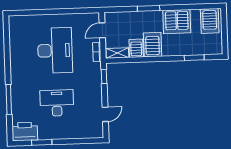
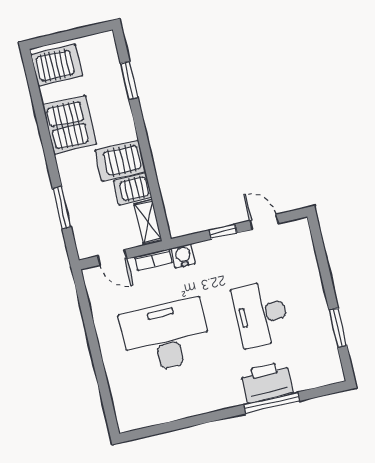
window: (149, 8) -> (62, 208), moved
water cooler: (96, 68) -> (183, 256), added
window: (104, 77) -> (223, 232), moved
printer: (25, 132) -> (267, 382), moved, turned 90

